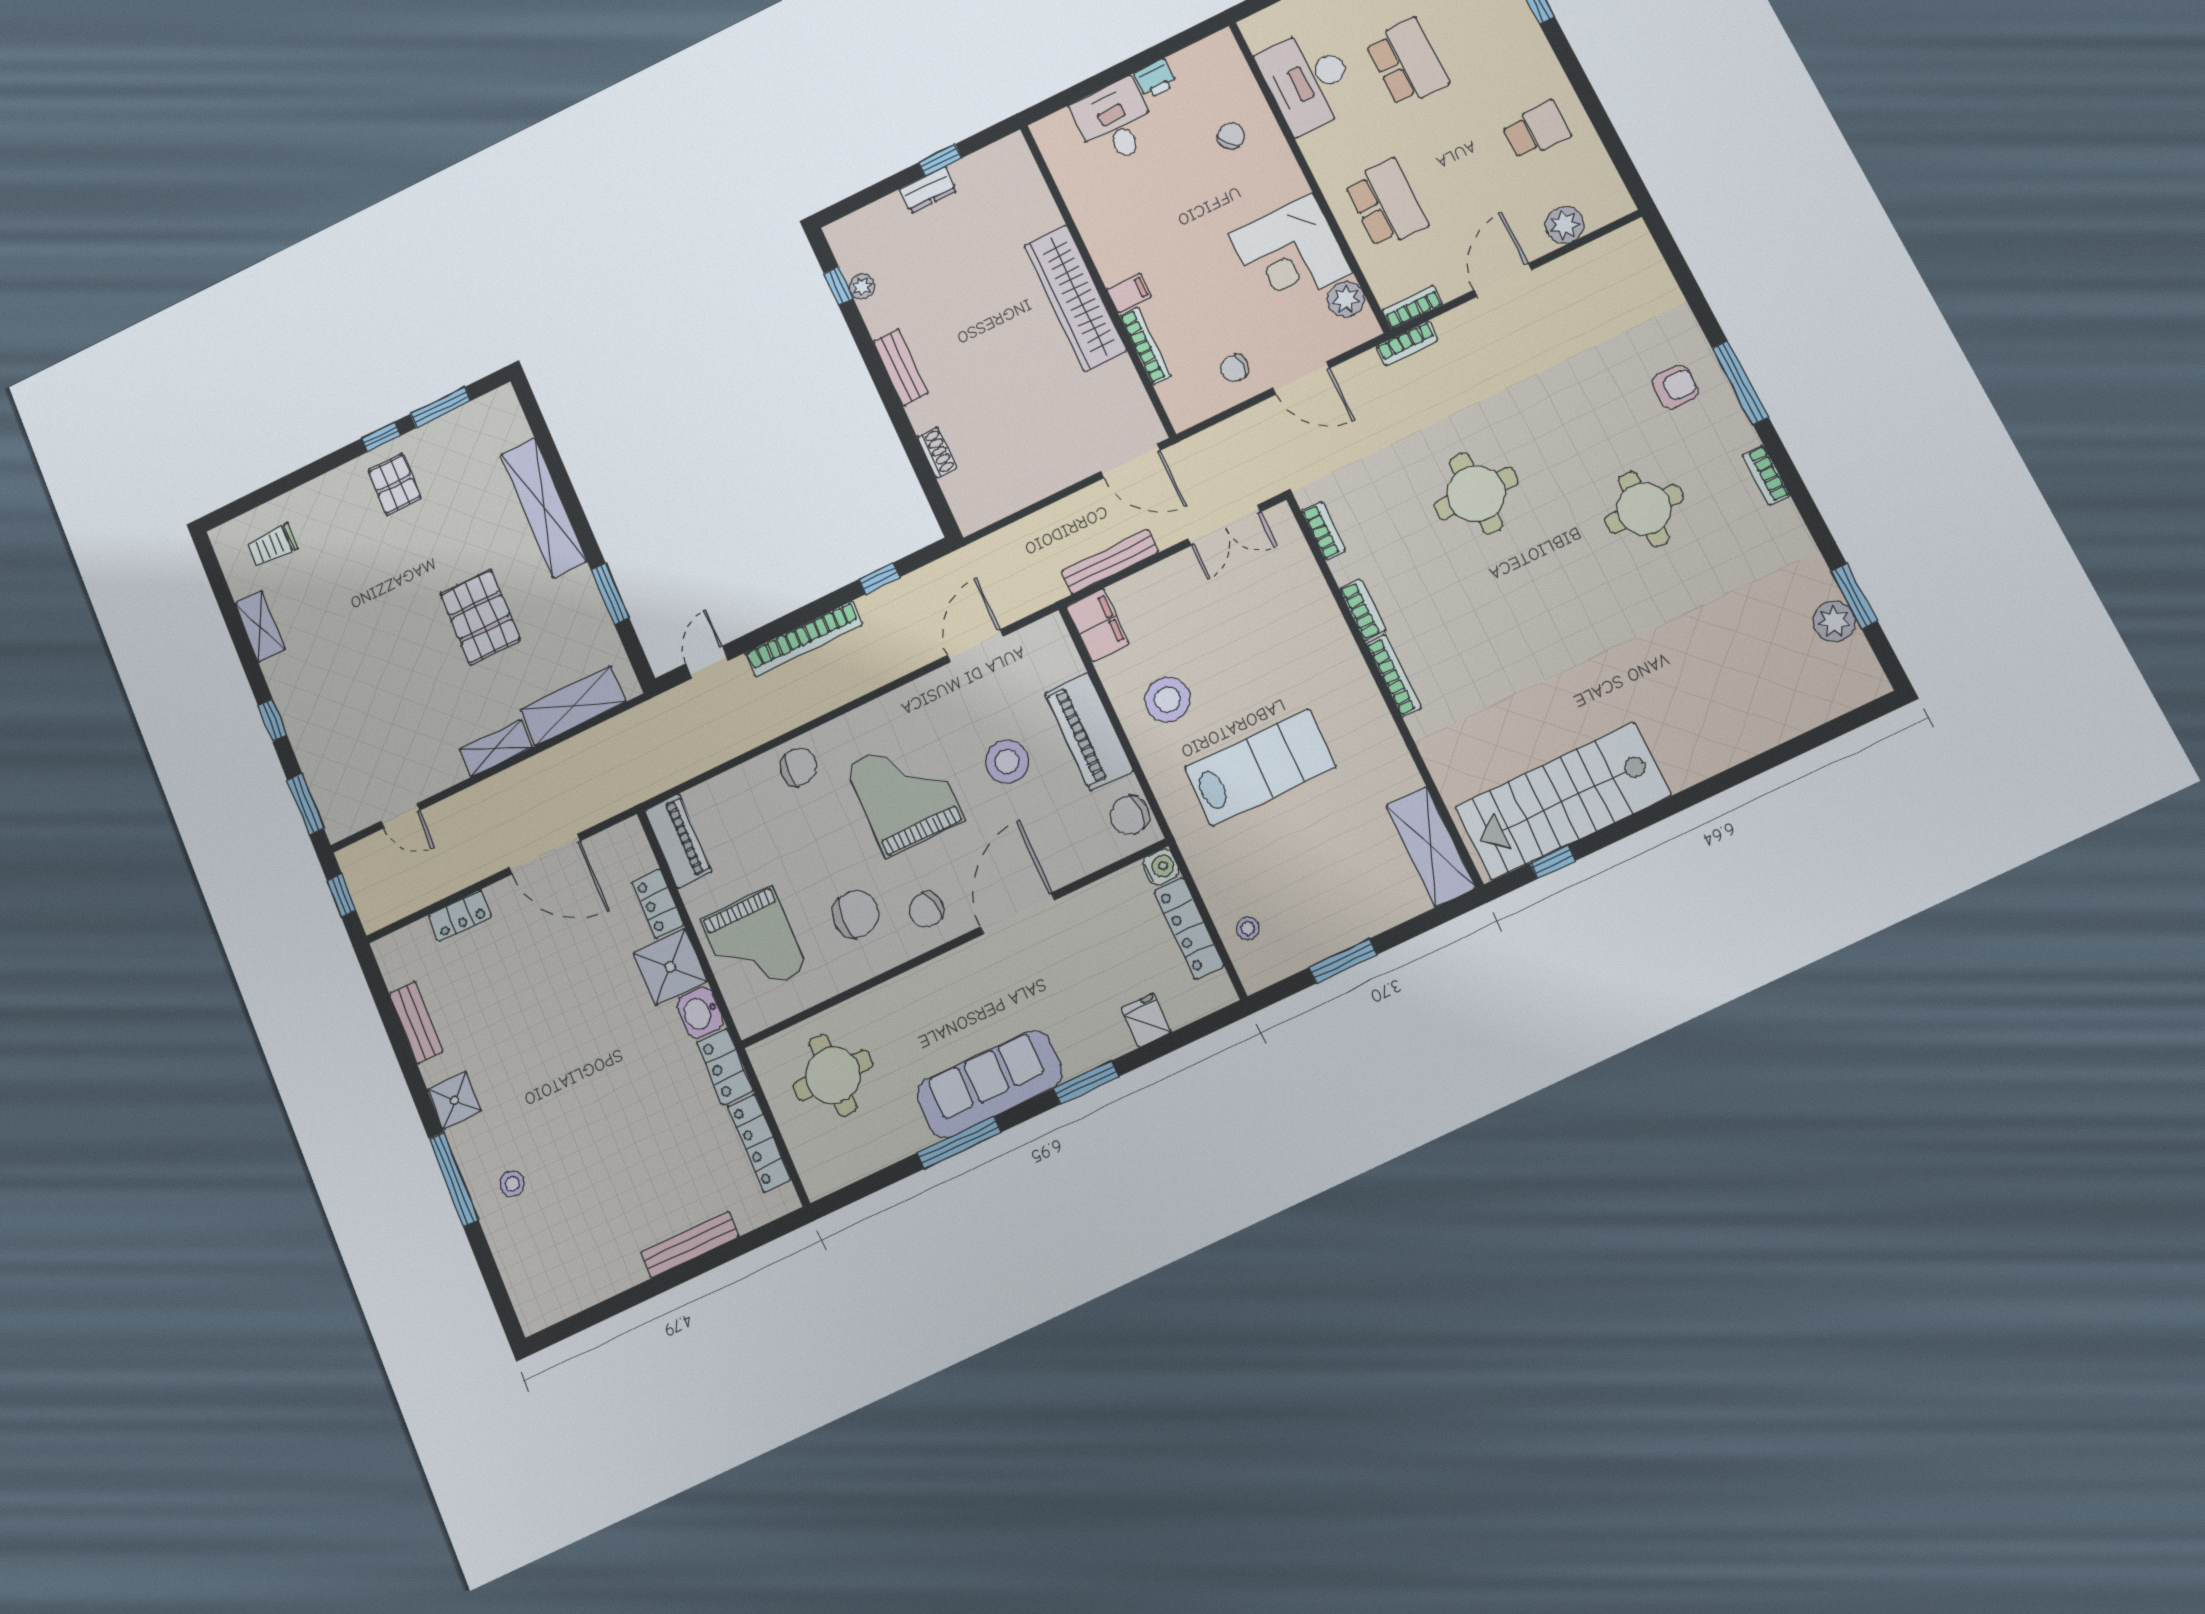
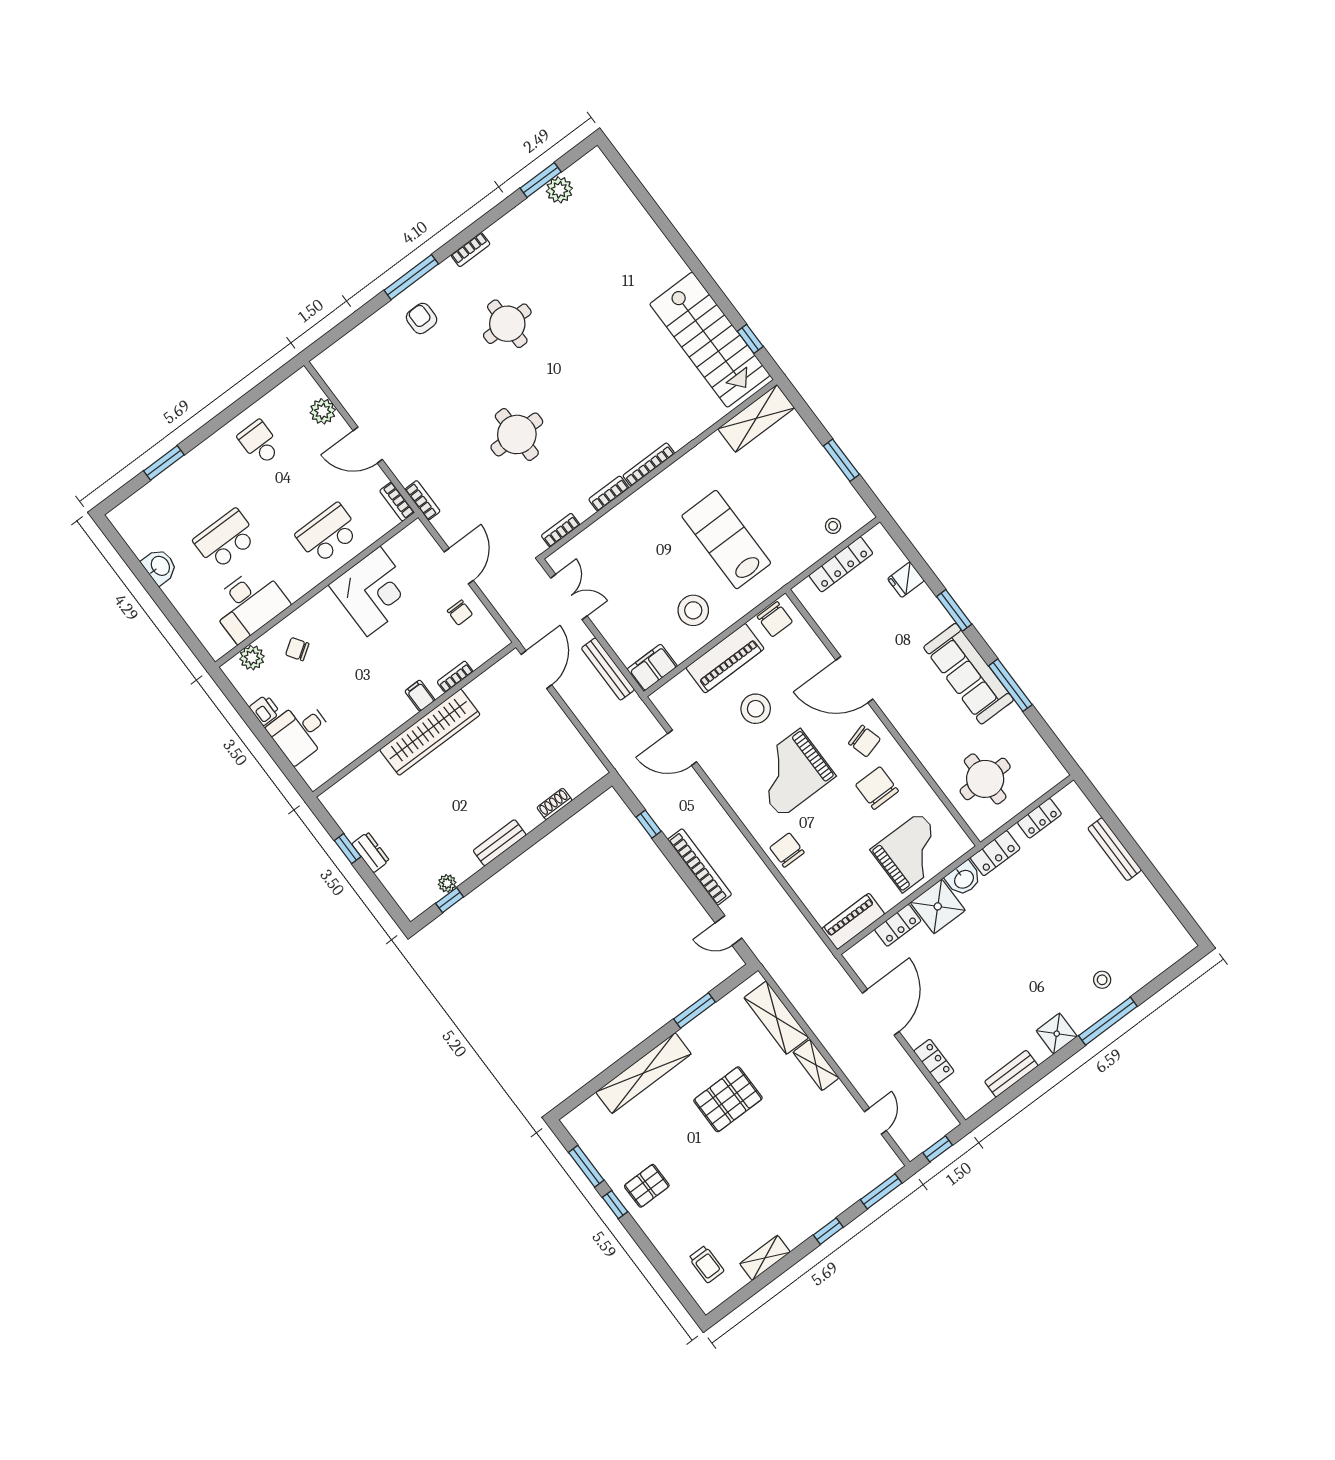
plant: (1346, 299) -> (252, 658), moved
bookcase: (1145, 346) -> (455, 677), width x0.64
water cooler: (1161, 867) -> (805, 591), removed
locker: (759, 1143) -> (1039, 818), width x0.66

